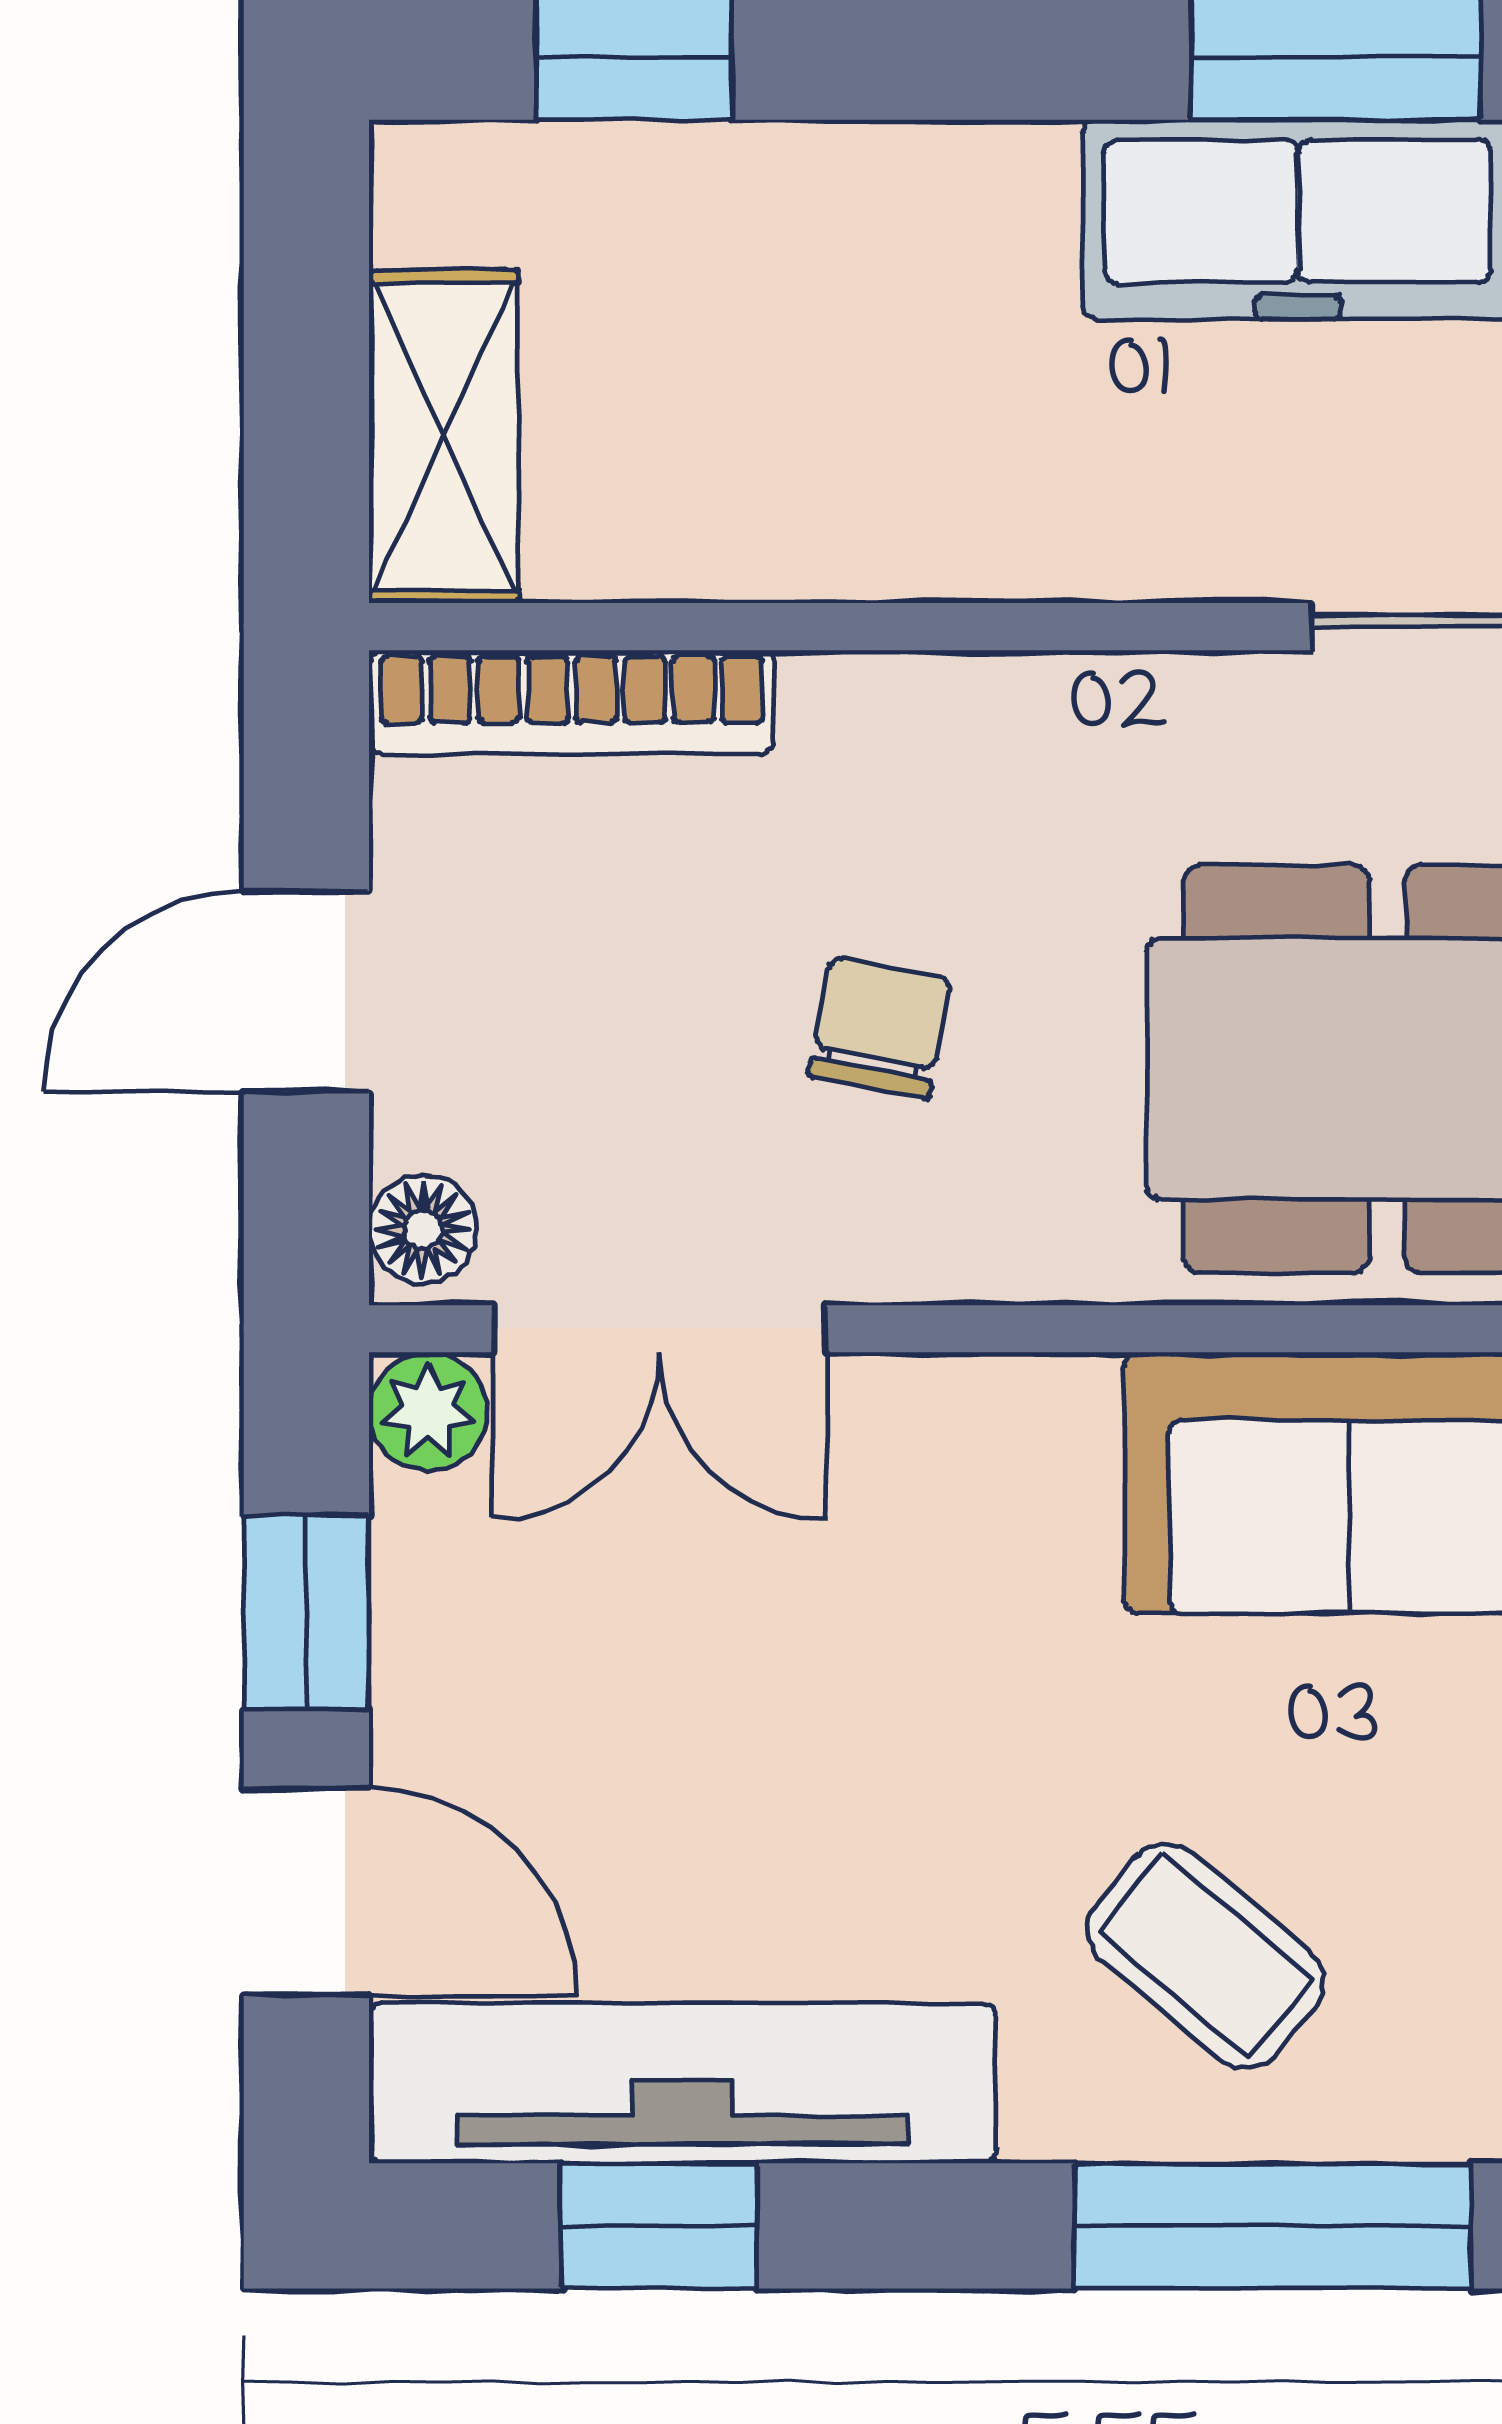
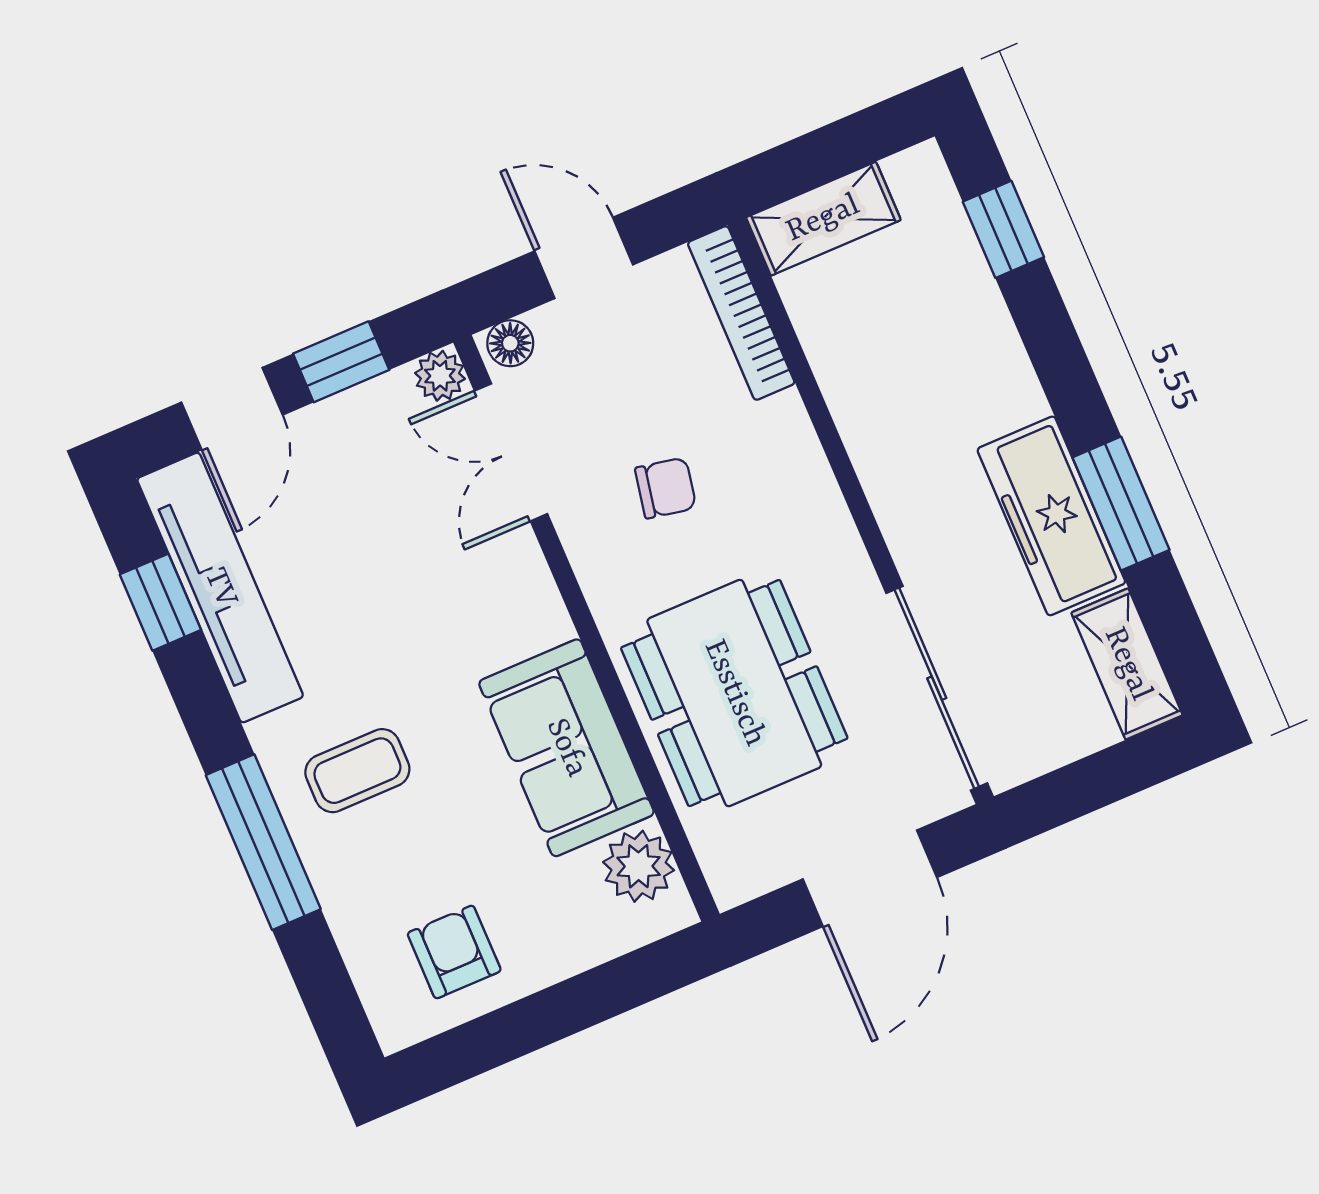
coffee table: (1206, 1956) -> (357, 771), turned 50

